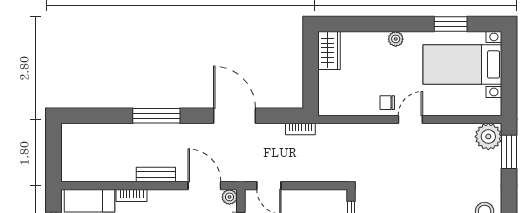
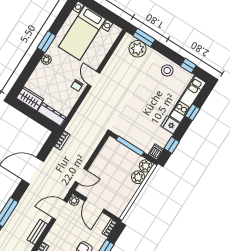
window: (451, 24) -> (46, 42), moved
dresser: (326, 93) -> (51, 114), added
plant: (488, 137) -> (138, 49), moved

